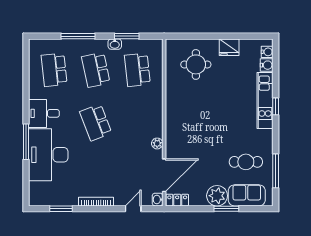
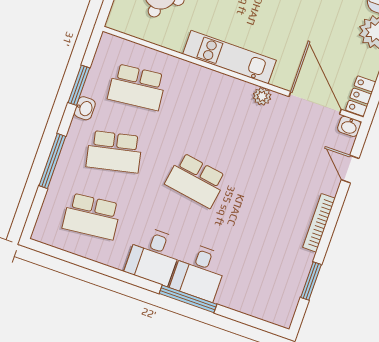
kitchen unit: (173, 117) -> (229, 57), added
school desk: (96, 122) -> (196, 180), turned 30
desk: (48, 155) -> (199, 272), width x0.53, depth x0.77

